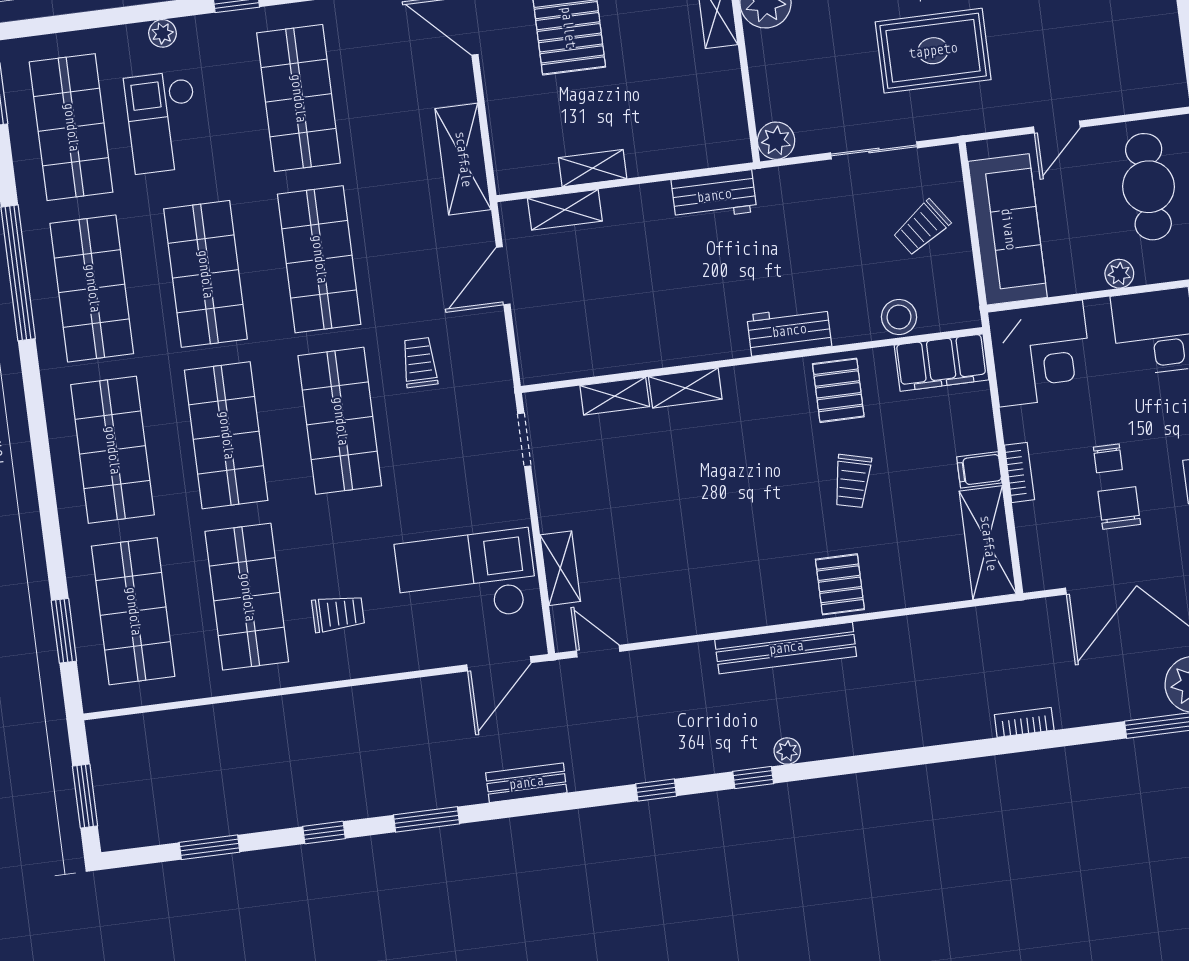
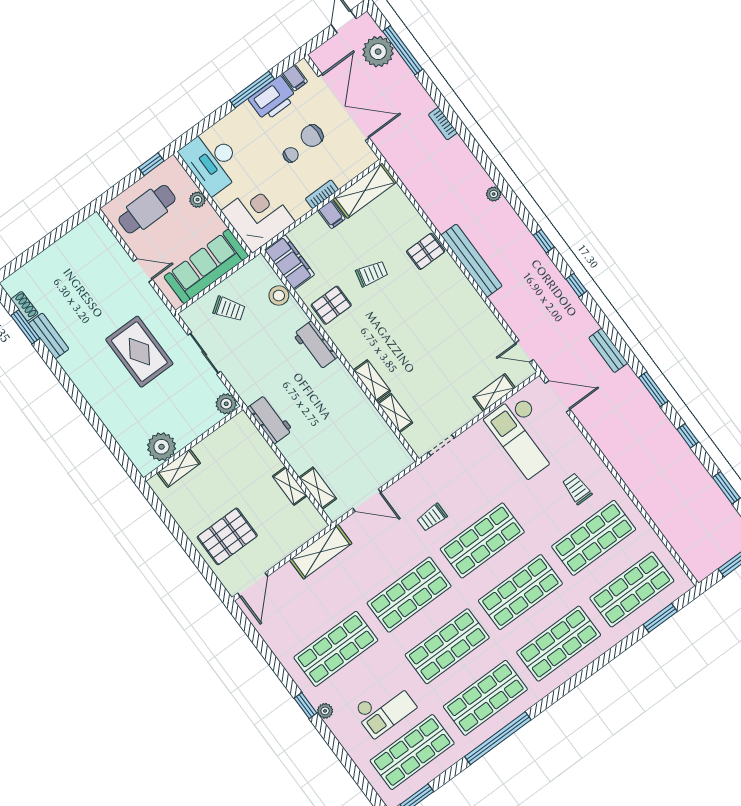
plant: (162, 33) -> (325, 711), moved
door: (598, 651) -> (524, 351), hinge flipped
plant: (787, 751) -> (494, 194), moved

